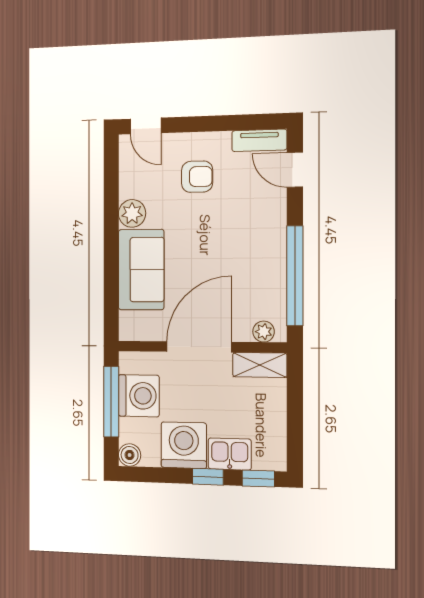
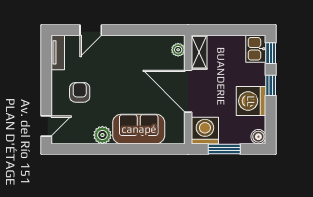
door: (295, 170) -> (91, 30), moved
window: (295, 276) -> (143, 30), removed
washing machine: (139, 396) -> (205, 131), moved
window: (111, 402) -> (224, 149), width x0.69
kitchen sink: (230, 454) -> (256, 49), moved

